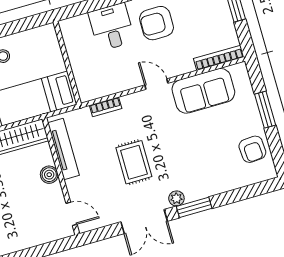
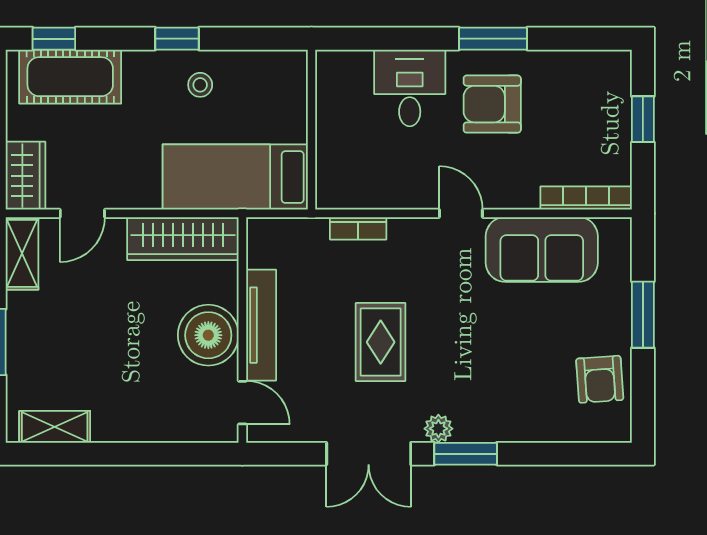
tv unit: (63, 149) -> (261, 325), moved
boiler: (49, 175) -> (208, 335), width x1.86, depth x1.86

